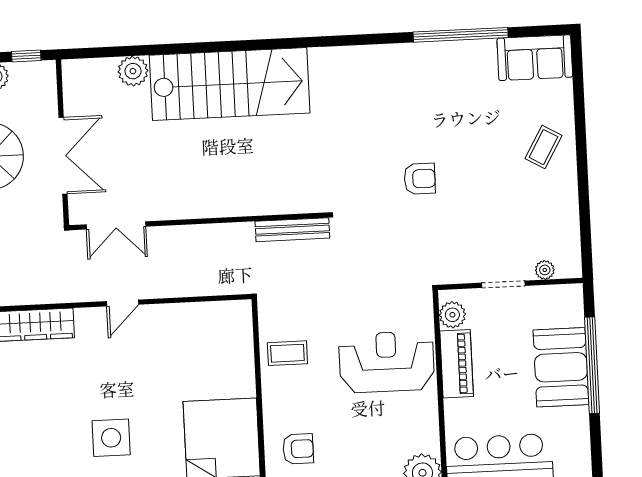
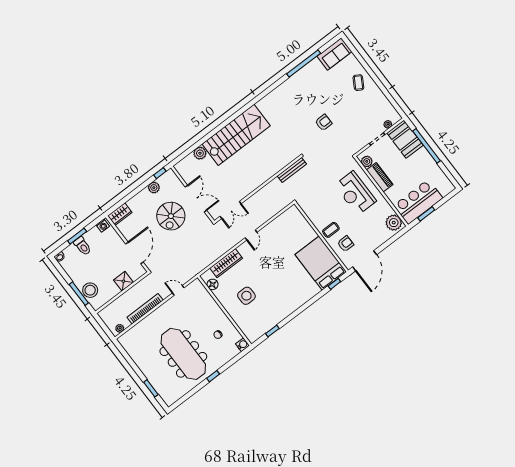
coffee table: (287, 353) -> (331, 230), moved
reception desk: (387, 362) -> (355, 193), turned -90
booth: (561, 367) -> (405, 139), moved
side table: (111, 438) -> (246, 296), moved

